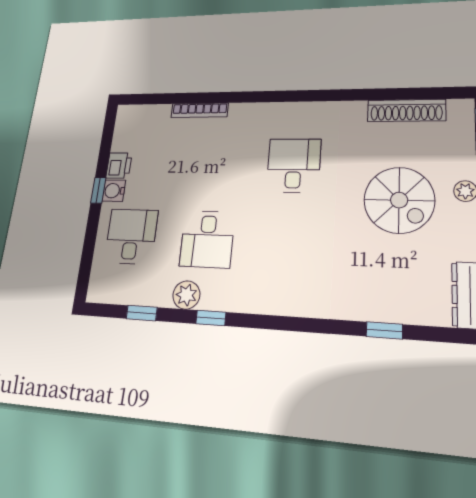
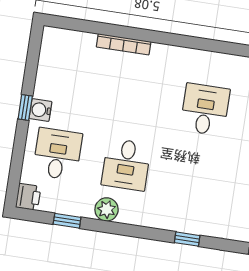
printer: (119, 165) -> (28, 197), moved
window: (211, 318) -> (187, 239), moved

